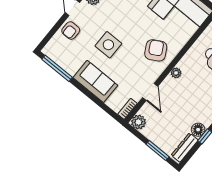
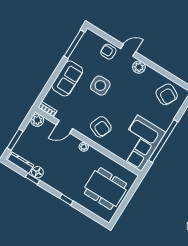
armchair: (156, 50) -> (101, 127), turned 51

